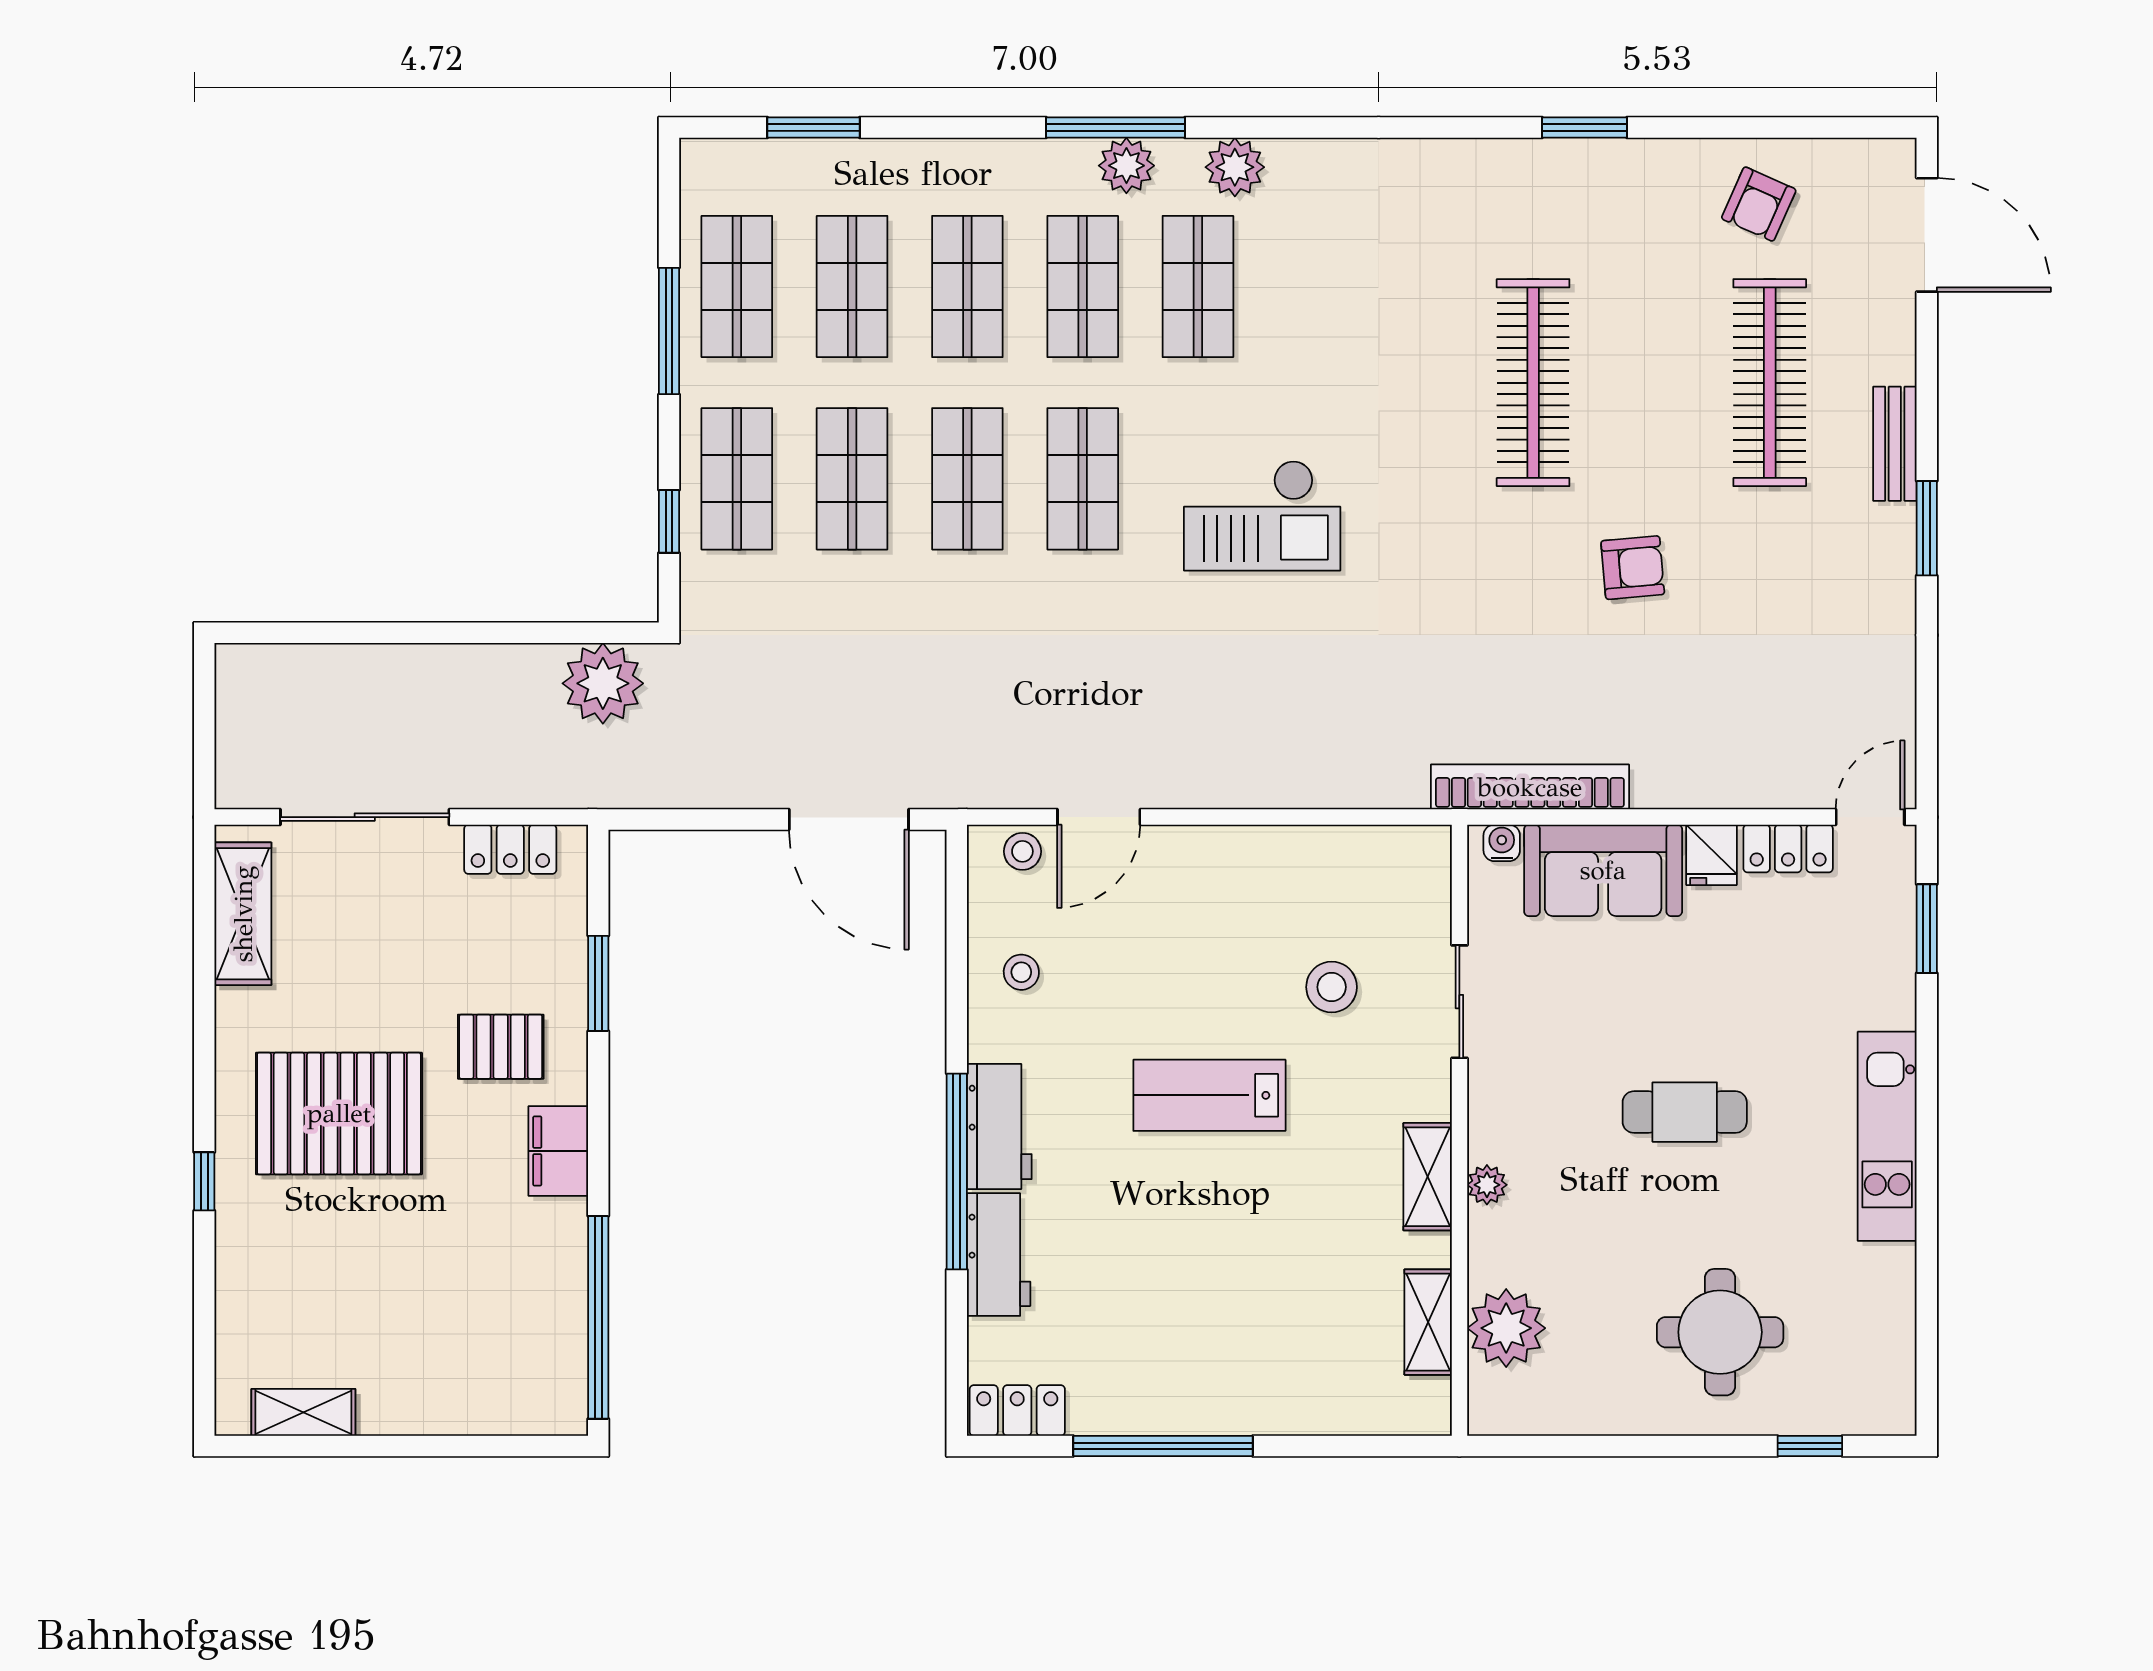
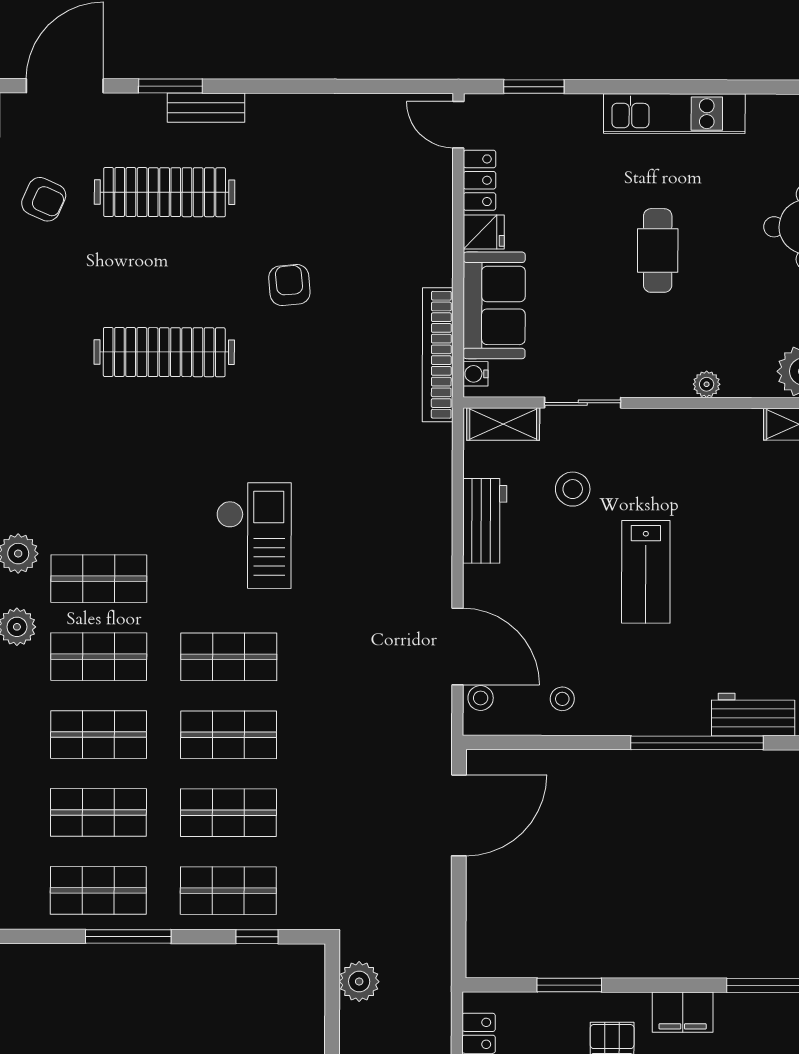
window: (1927, 528) -> (170, 86), moved
plant: (603, 683) -> (359, 982), width x0.73, depth x0.73
door: (1099, 817) -> (457, 646), width x1.36
workbench: (999, 1126) -> (485, 521), moved, turned 90
shelving: (1428, 1177) -> (503, 424), moved

